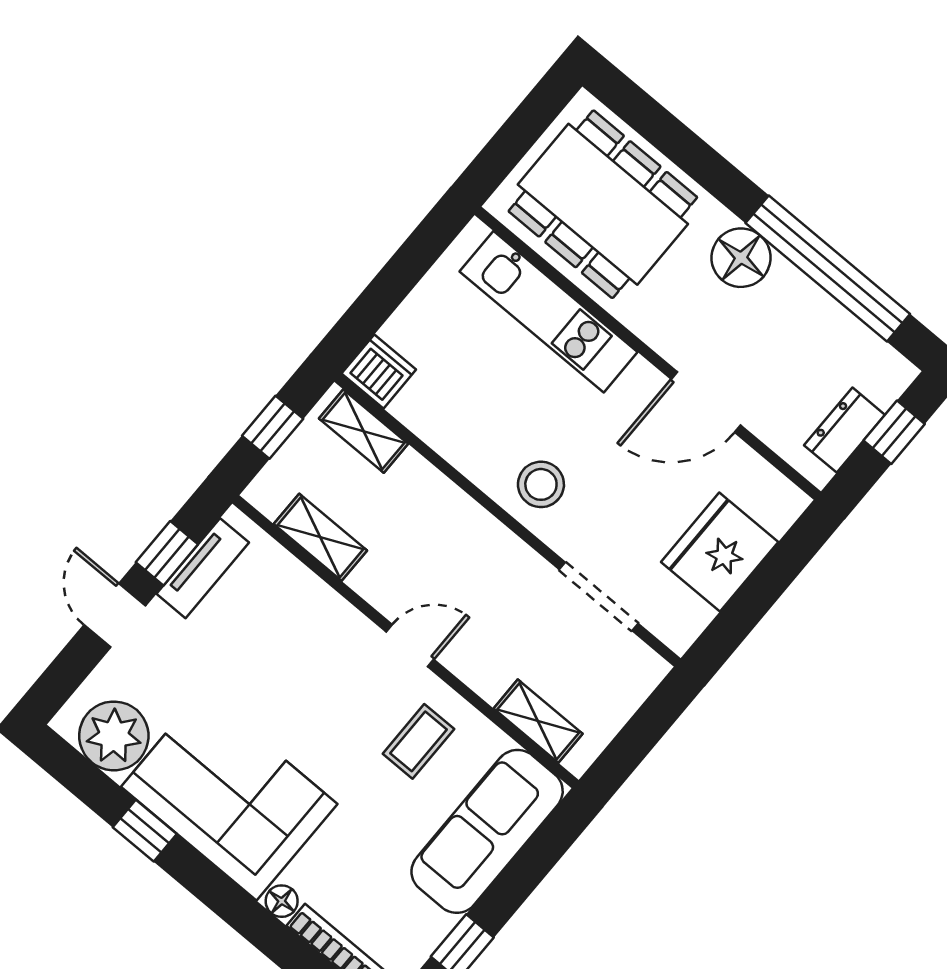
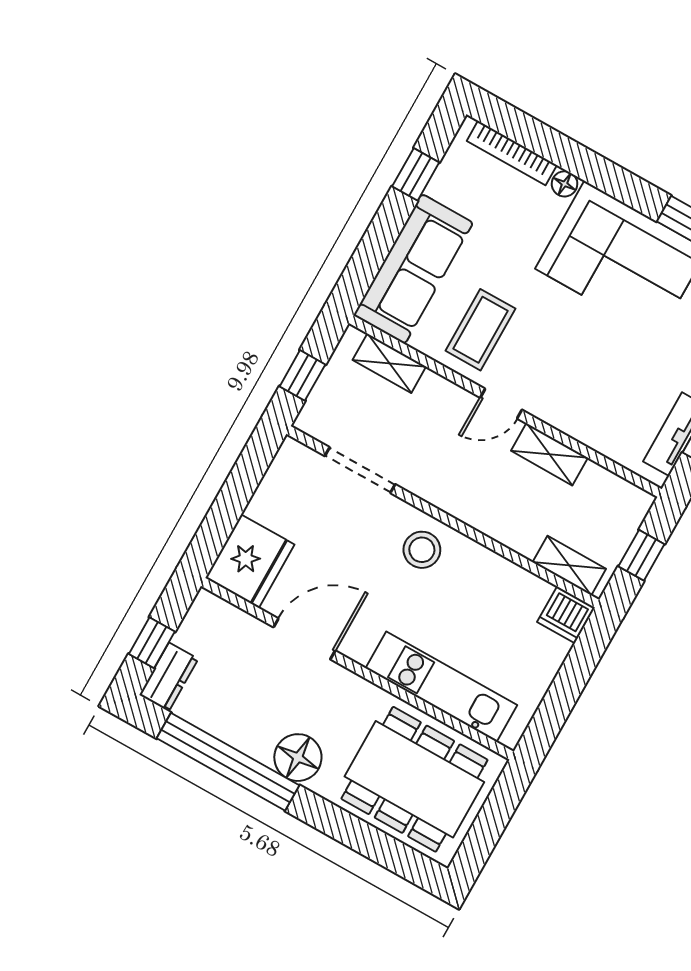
dresser: (845, 430) -> (169, 677), moved
shelving: (320, 537) -> (549, 454), moved
fridge: (720, 552) -> (250, 561), moved
window: (648, 726) -> (302, 375), added
coffee table: (418, 741) -> (480, 330), width x1.36, depth x1.30

